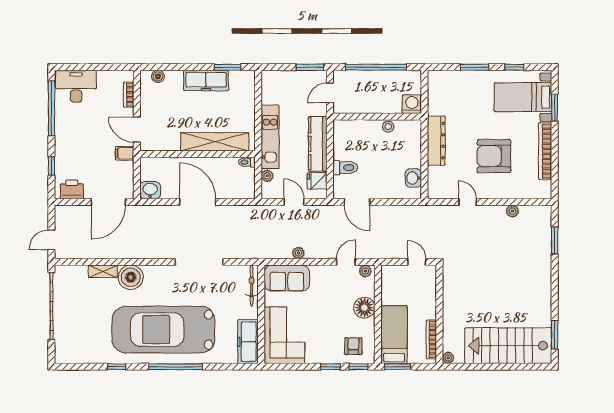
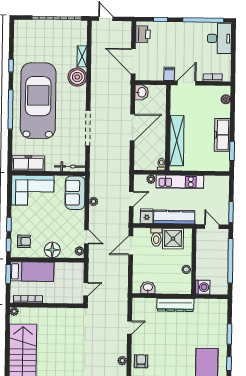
shower: (347, 145) -> (173, 239), added
armchair: (494, 156) -> (141, 361), moved, width x0.53, depth x0.53

